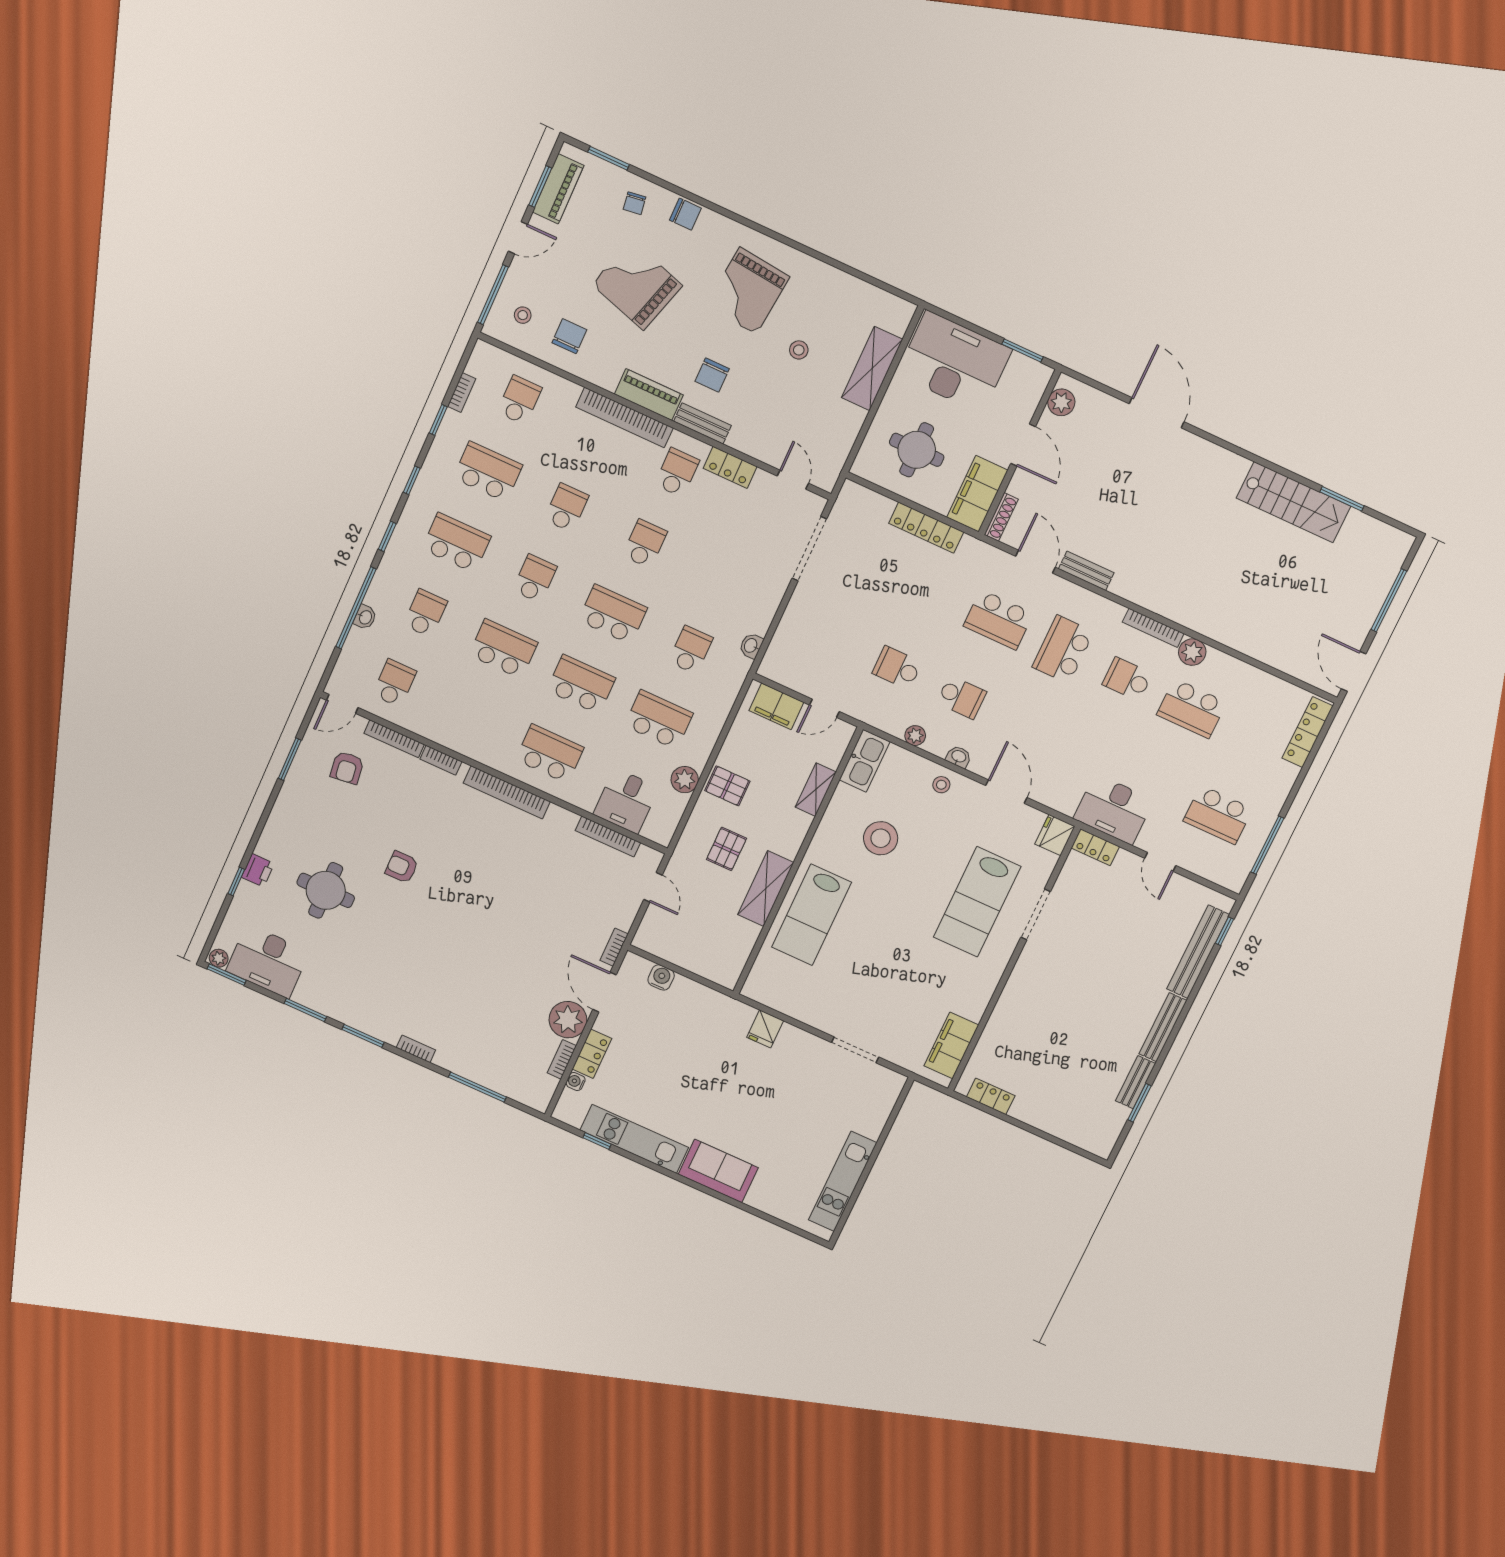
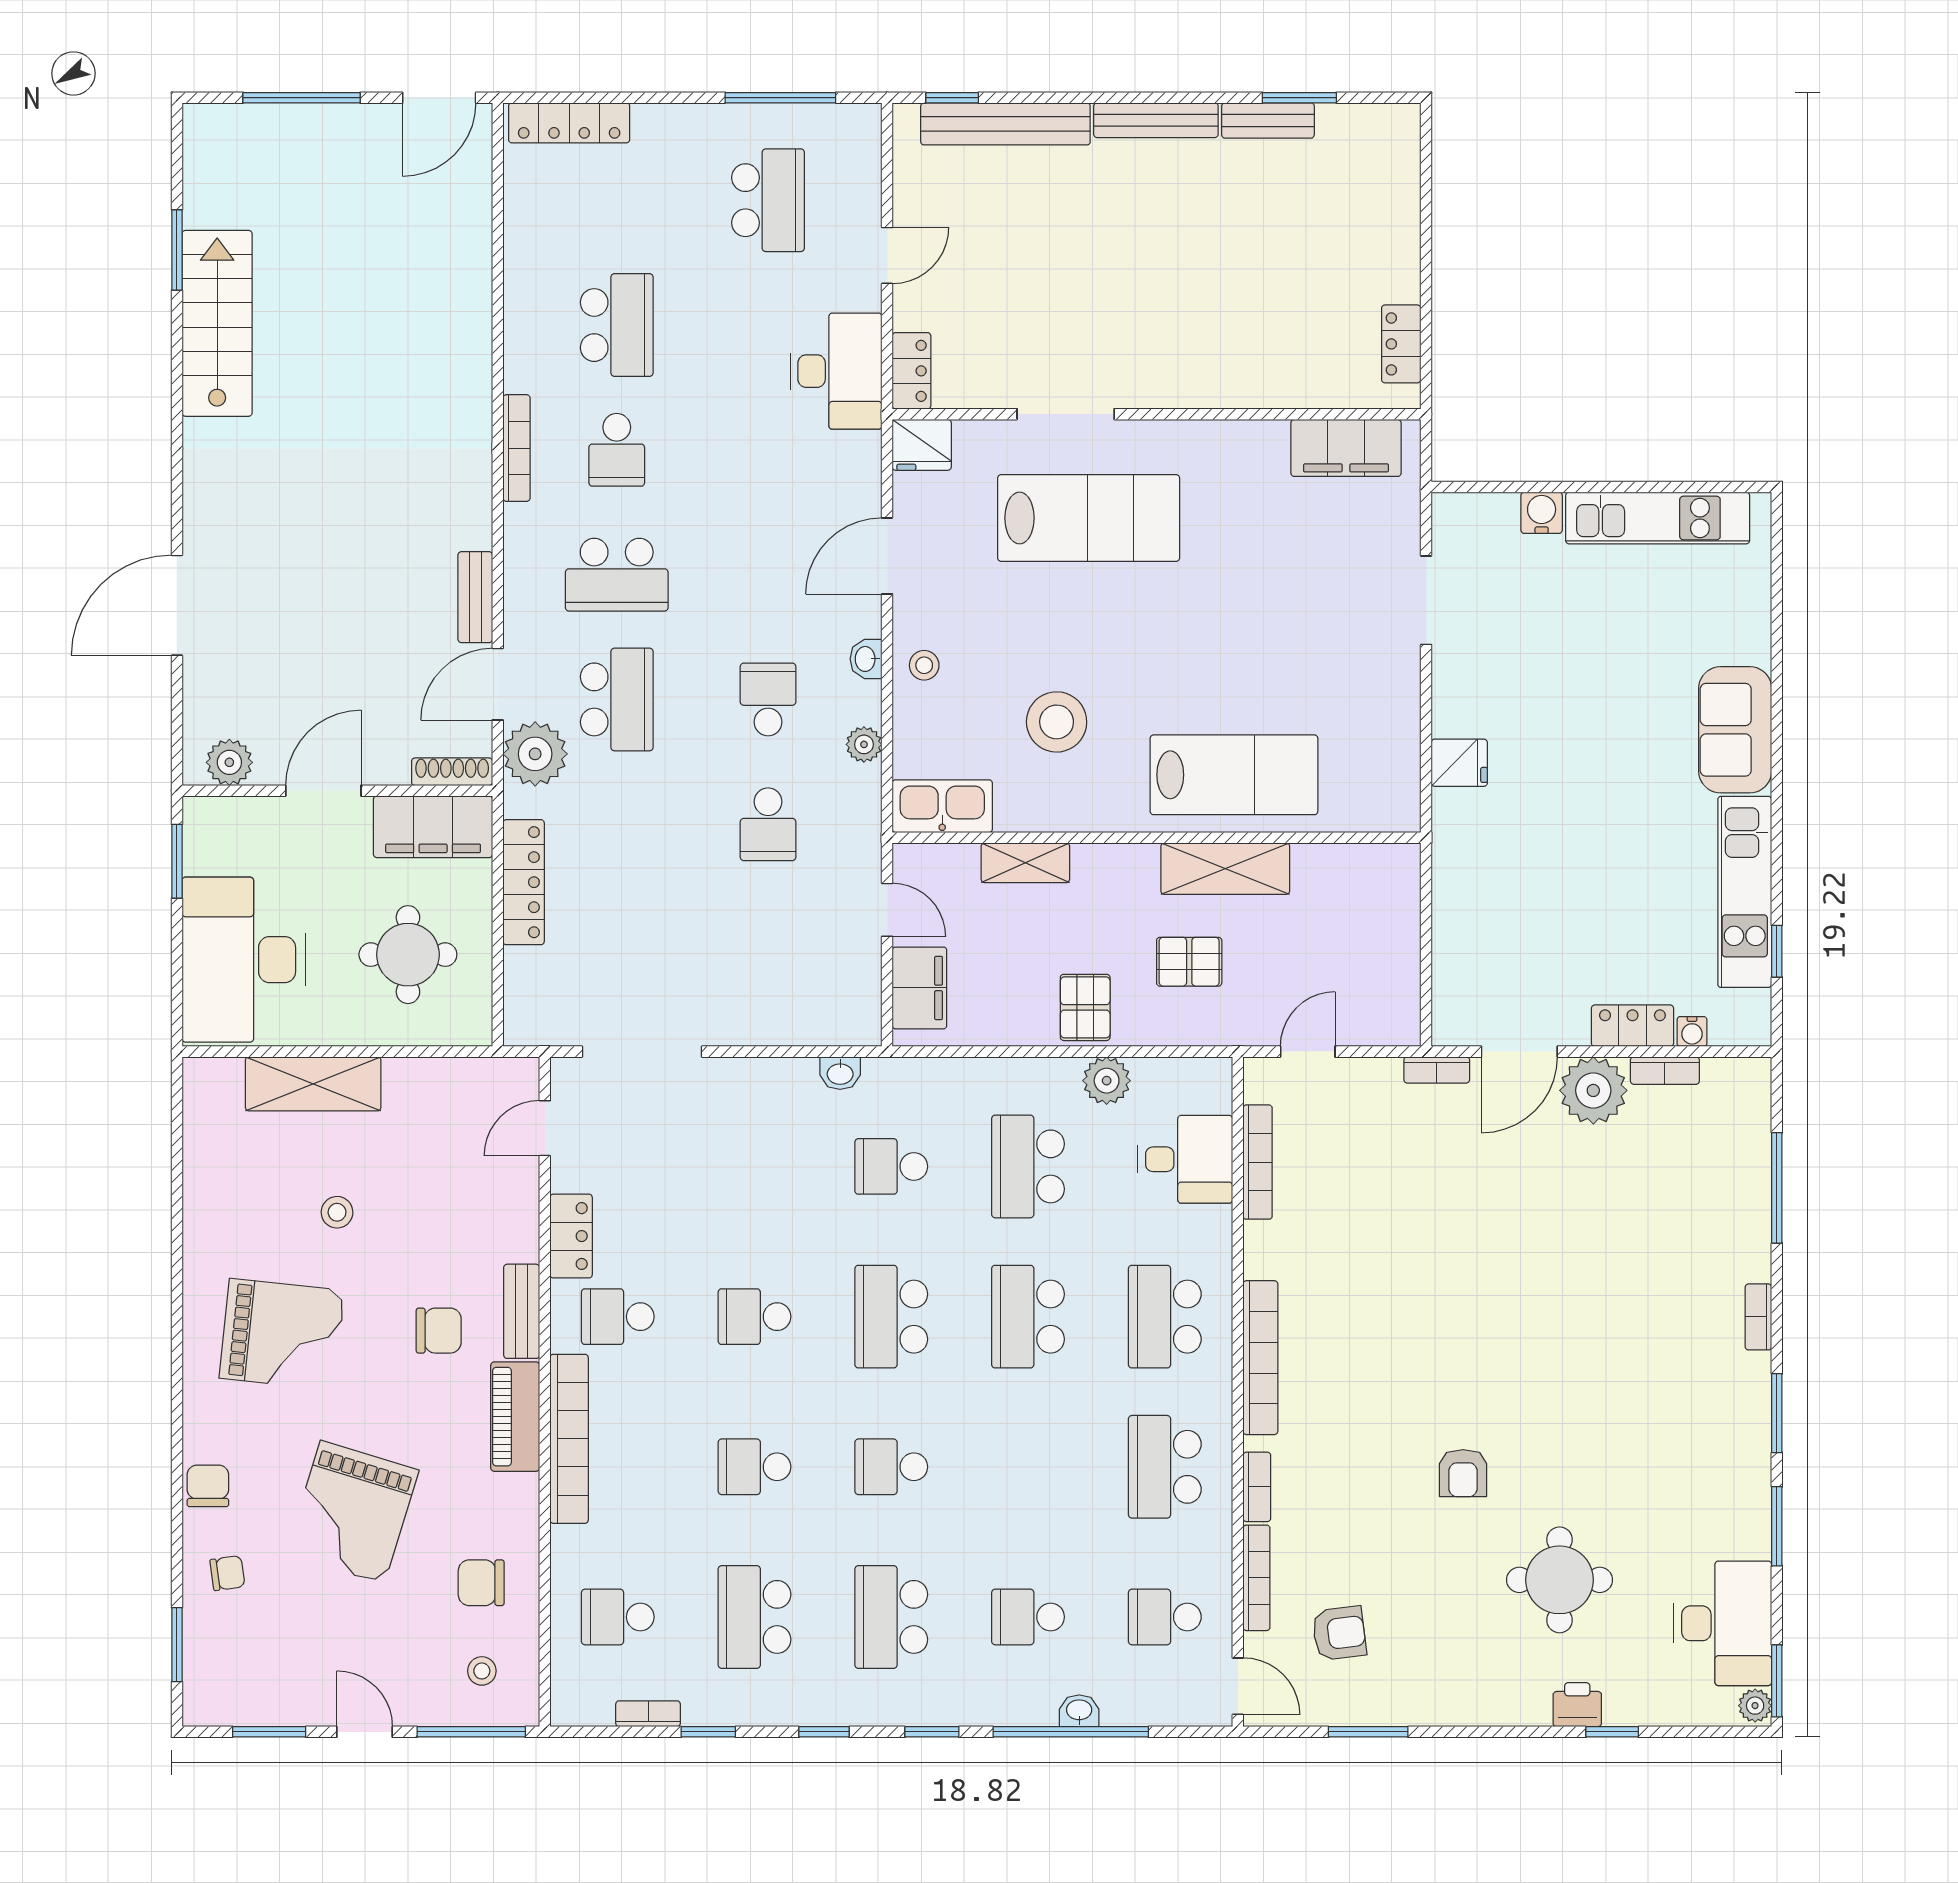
piano: (558, 189) -> (260, 1702), removed
school desk: (503, 649) -> (1165, 1467), moved
plant: (1192, 652) -> (535, 754), moved, width x1.36, depth x1.36
water cooler: (661, 977) -> (1542, 513), moved, turned 90

